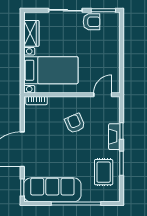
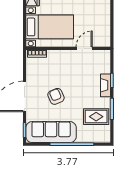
door: (103, 95) -> (84, 48), moved
armchair: (75, 123) -> (56, 96), moved
rug: (104, 172) -> (96, 117), turned 90

